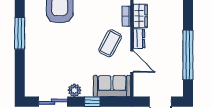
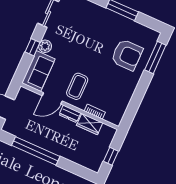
coffee table: (110, 43) -> (77, 86), turned 62
plant: (75, 90) -> (45, 46), moved

